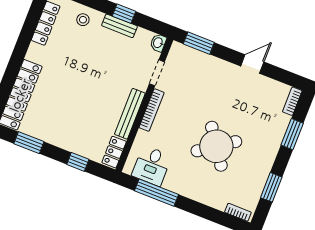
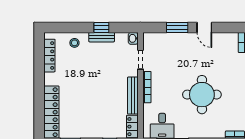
window: (199, 43) -> (177, 28), moved
door: (252, 64) -> (204, 28), swing flipped
round table: (216, 146) -> (202, 95), turned 35

